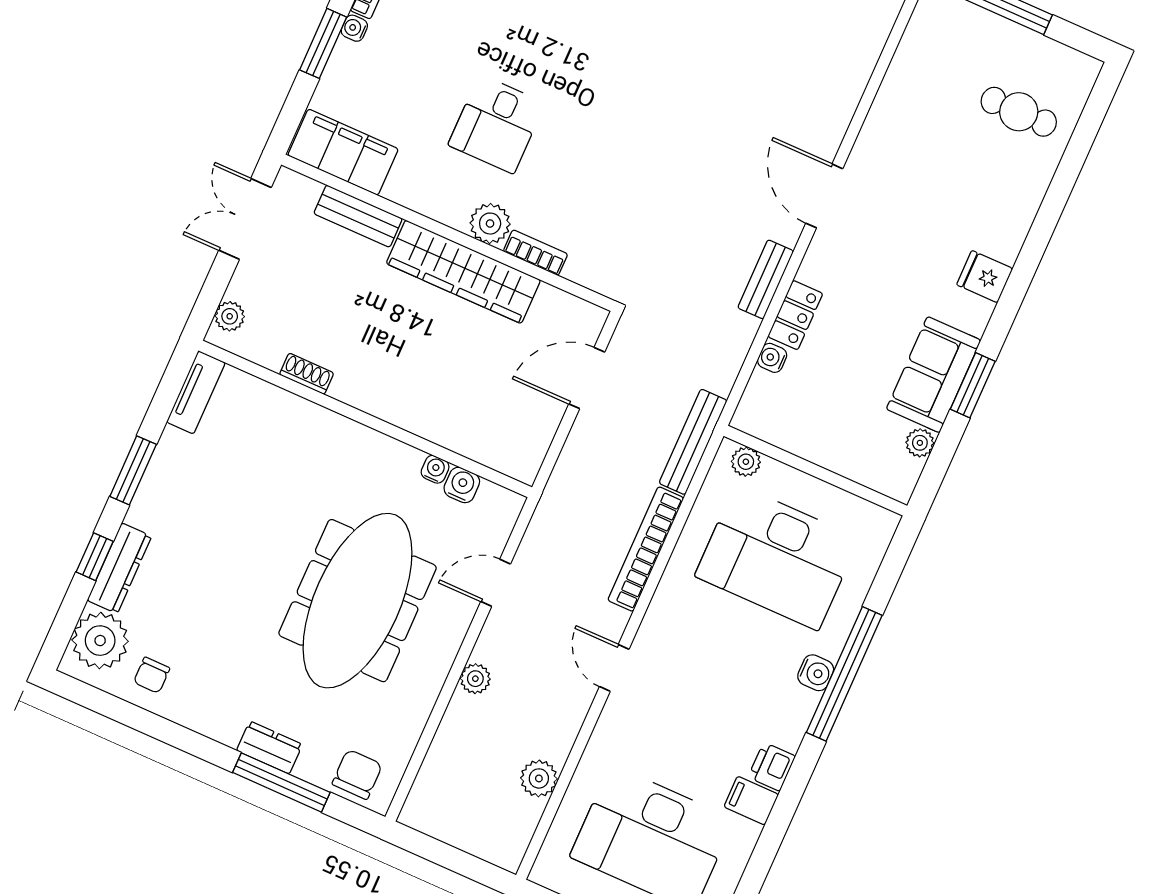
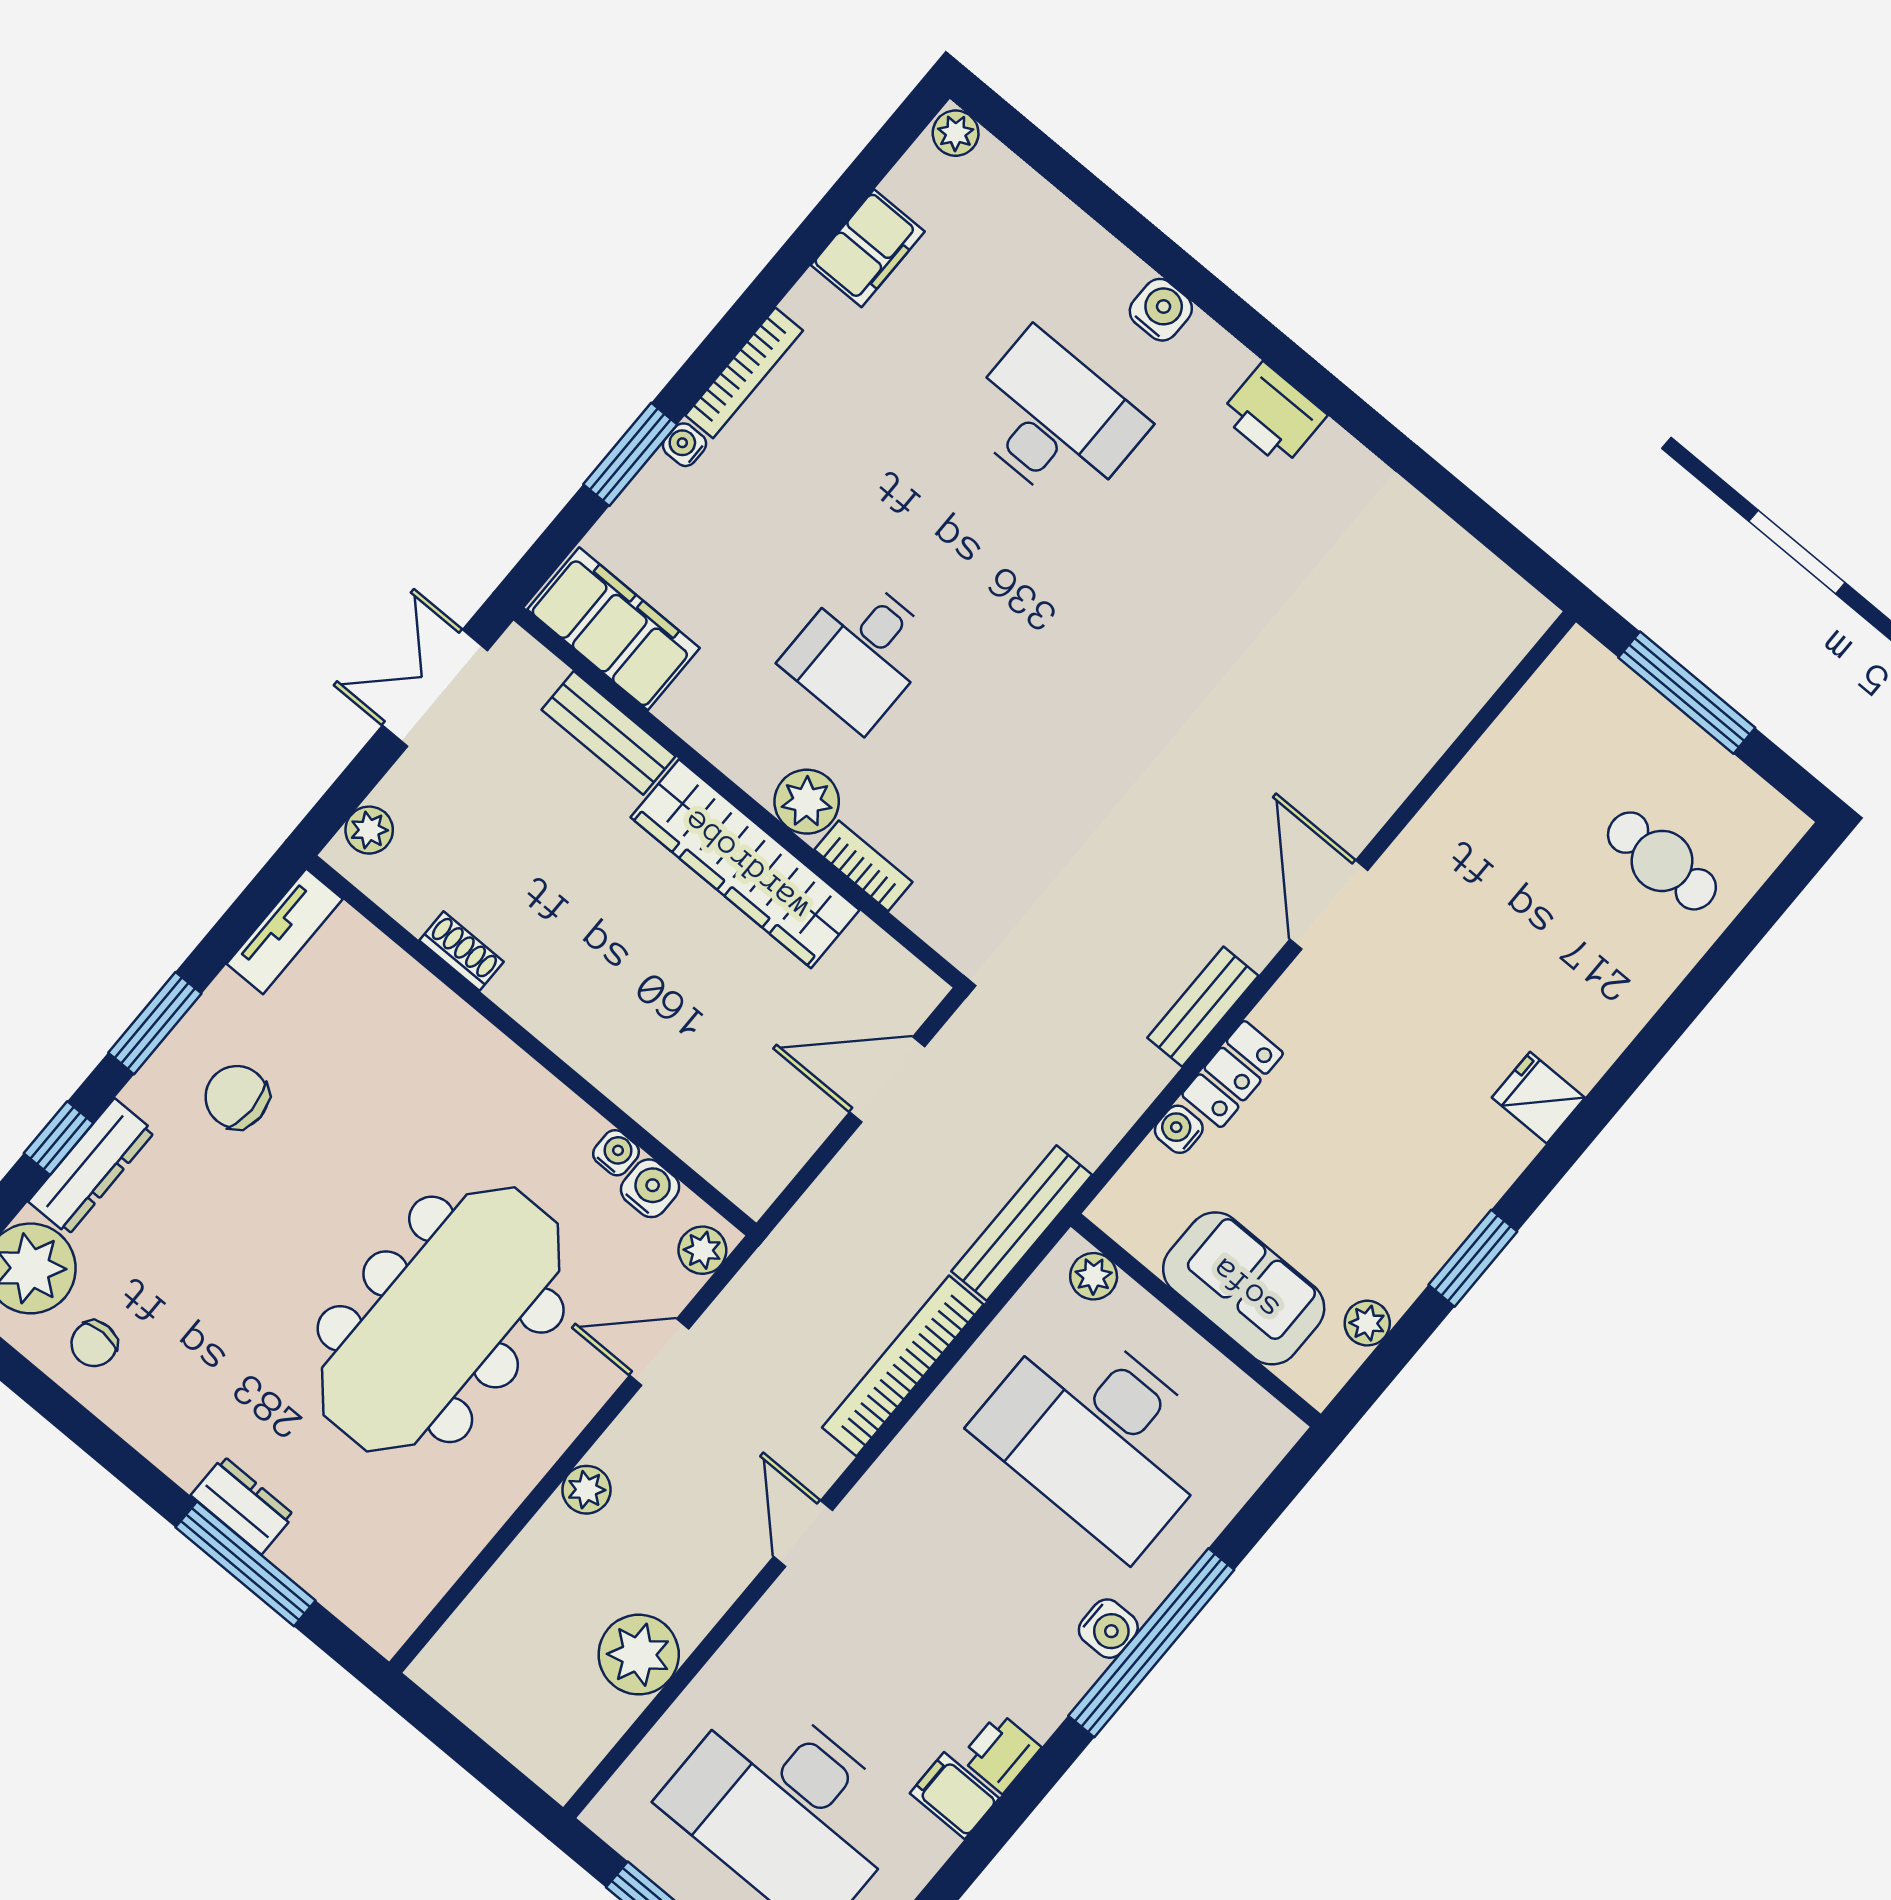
sofa: (934, 375) -> (1244, 1288), moved, turned 90
plant: (504, 513) -> (702, 1250), added
chair: (357, 774) -> (237, 1097), moved, turned -90
plant: (539, 778) -> (639, 1655), width x1.36, depth x1.36

